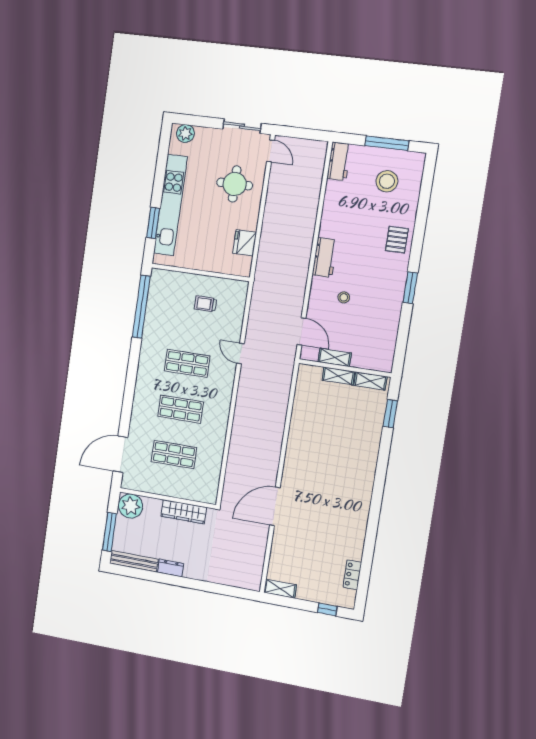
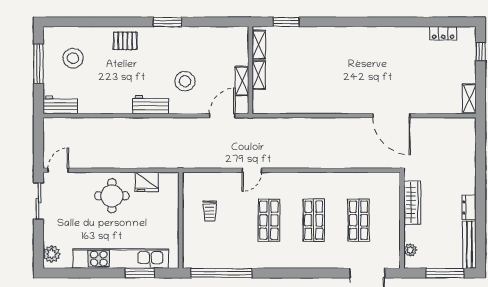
round table: (235, 184) -> (112, 196), moved
stool: (344, 297) -> (185, 81), width x1.89, depth x1.89
plant: (131, 506) -> (410, 250), width x0.53, depth x0.53

